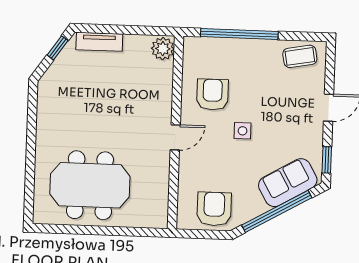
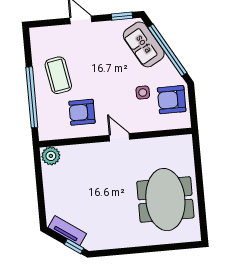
tv unit: (99, 42) -> (67, 231), moved, turned -55
window: (58, 48) -> (74, 246), moved
coffee table: (300, 56) -> (58, 75), moved, width x1.36, depth x1.30
side table: (243, 131) -> (143, 92), moved

